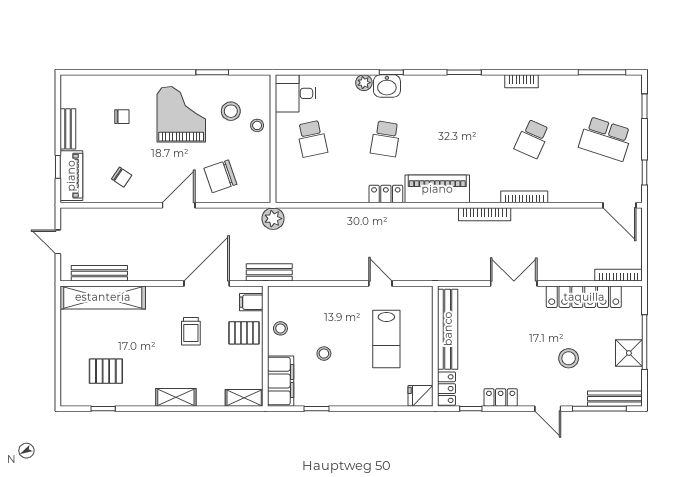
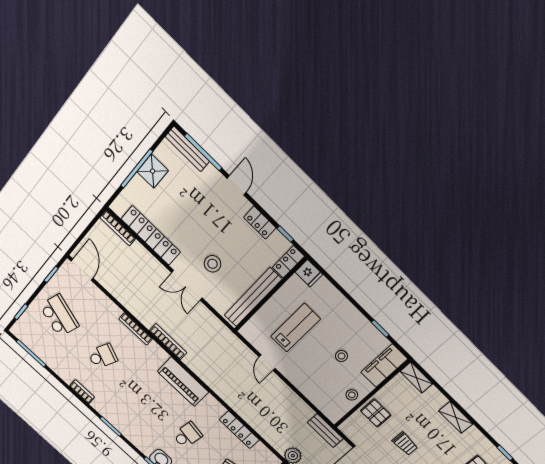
locker: (386, 194) -> (239, 430), moved, width x1.53
filing cabinet: (251, 302) -> (353, 425), removed
trolley: (191, 331) -> (405, 444), turned 90
stool: (569, 358) -> (212, 264), moved

